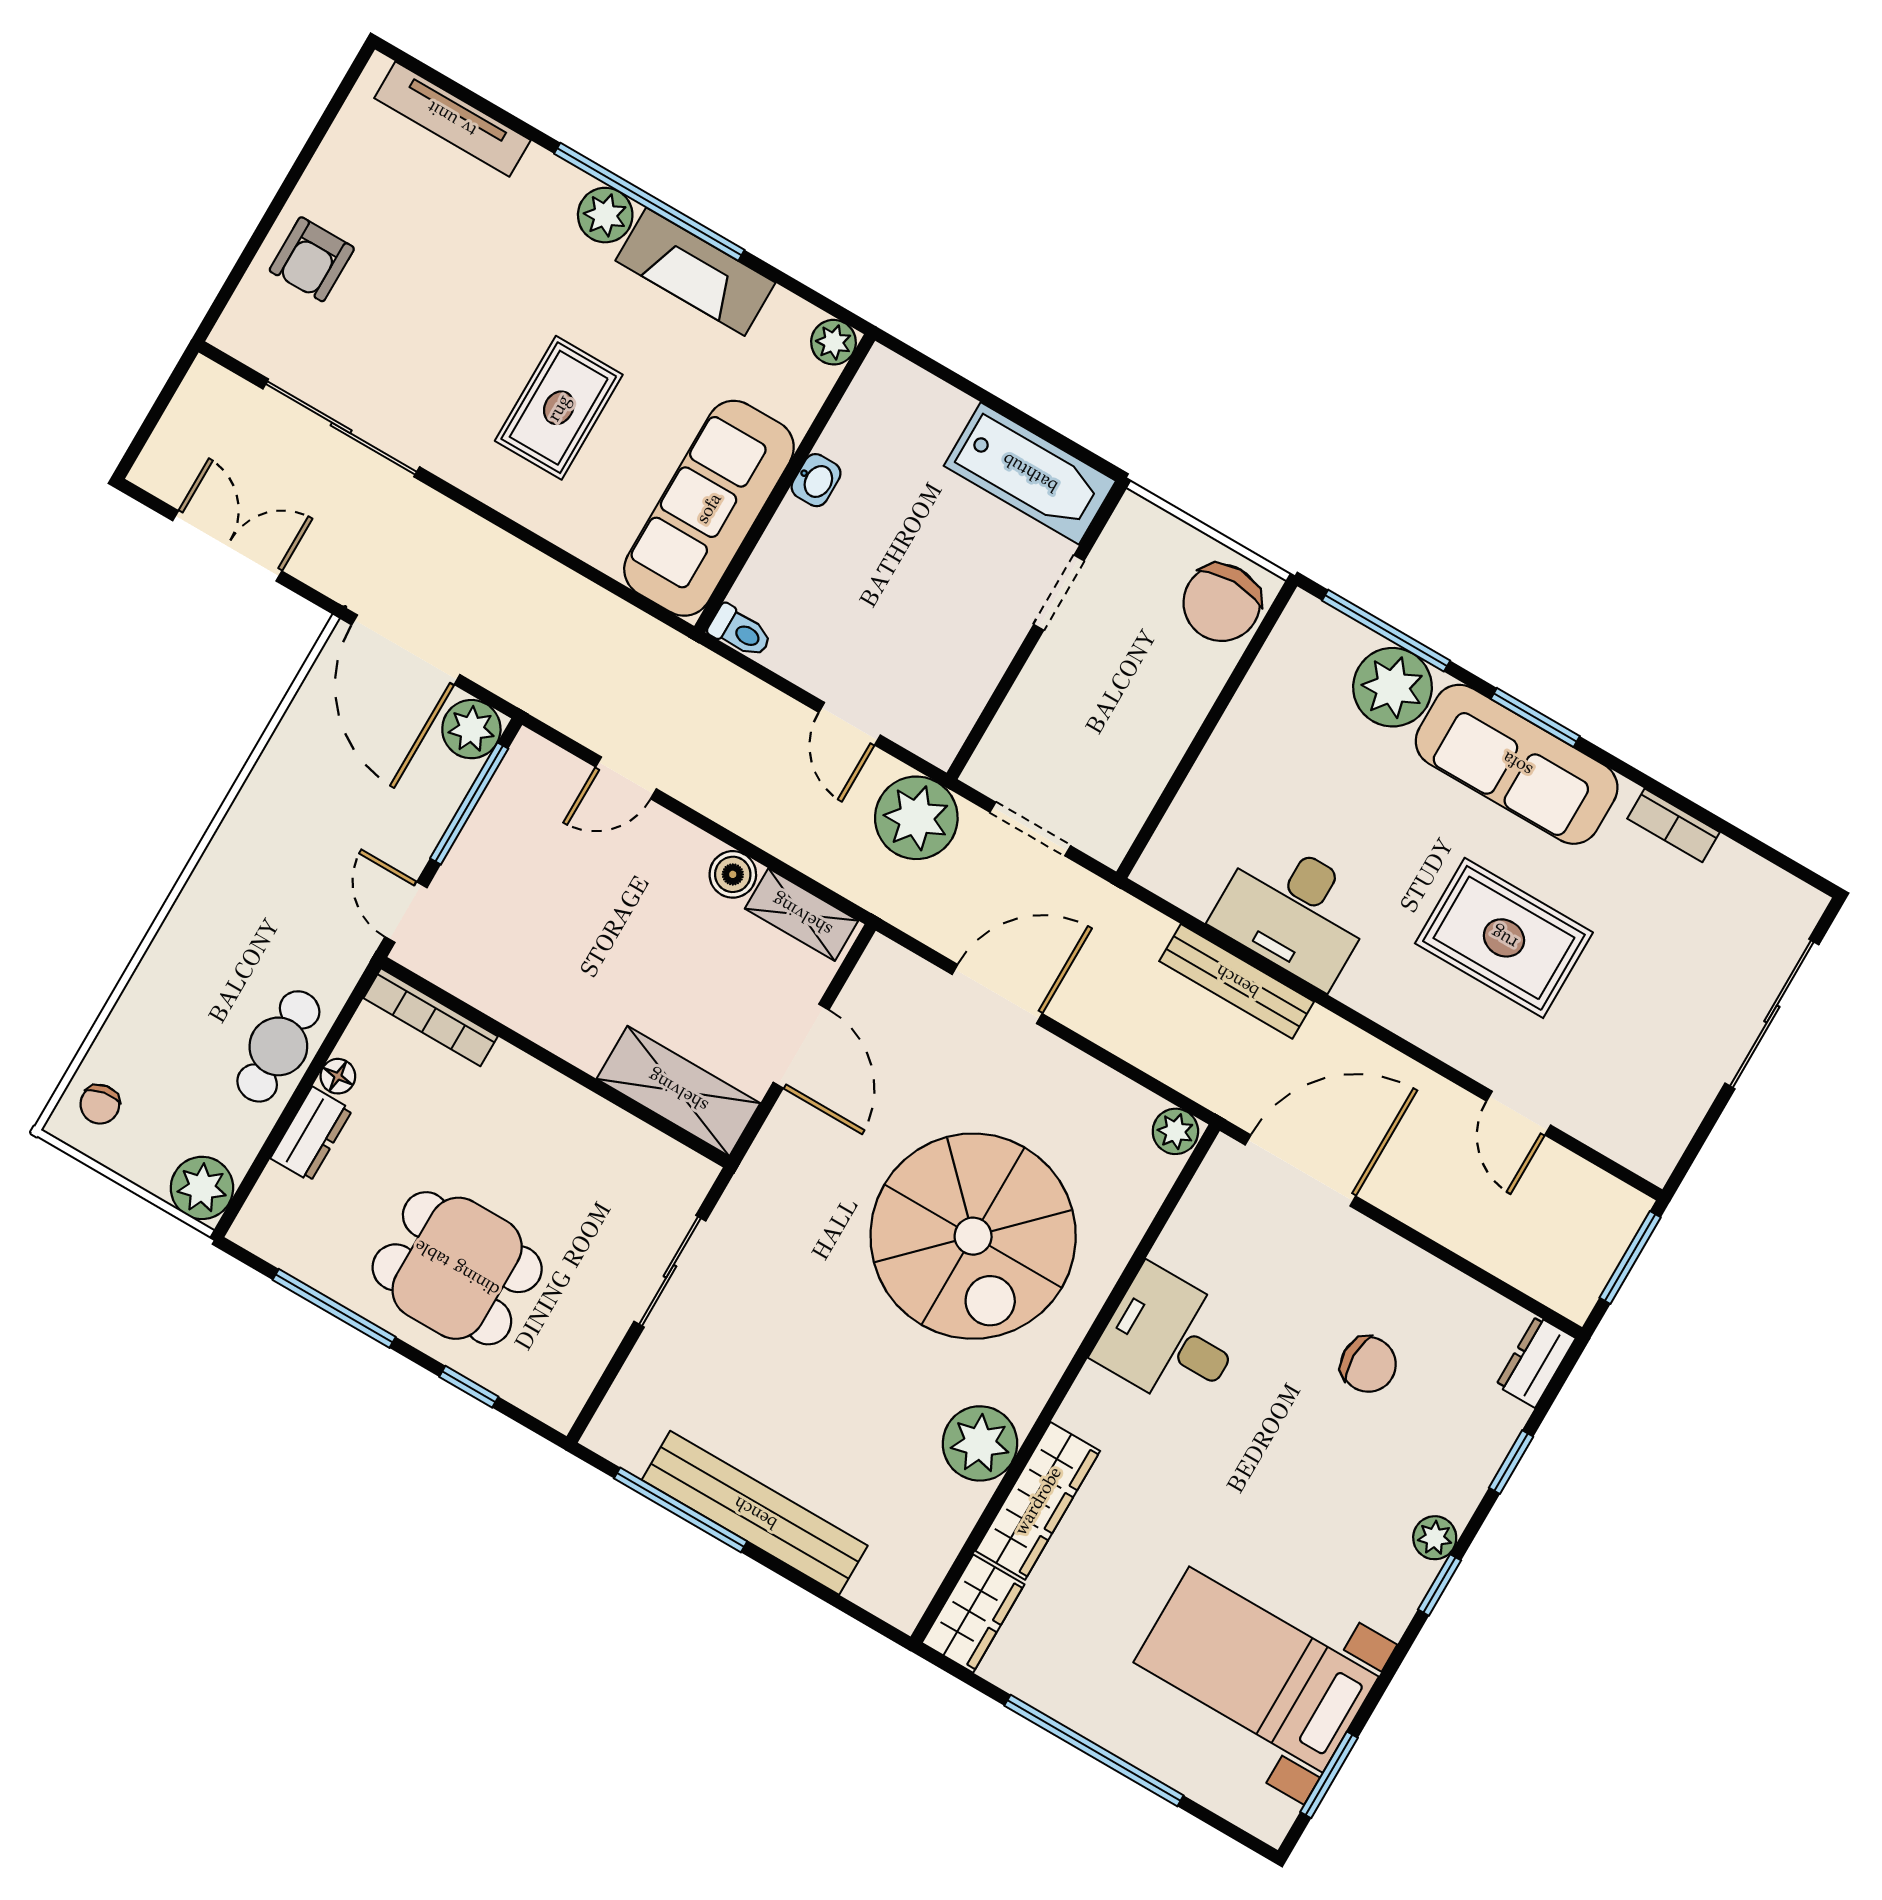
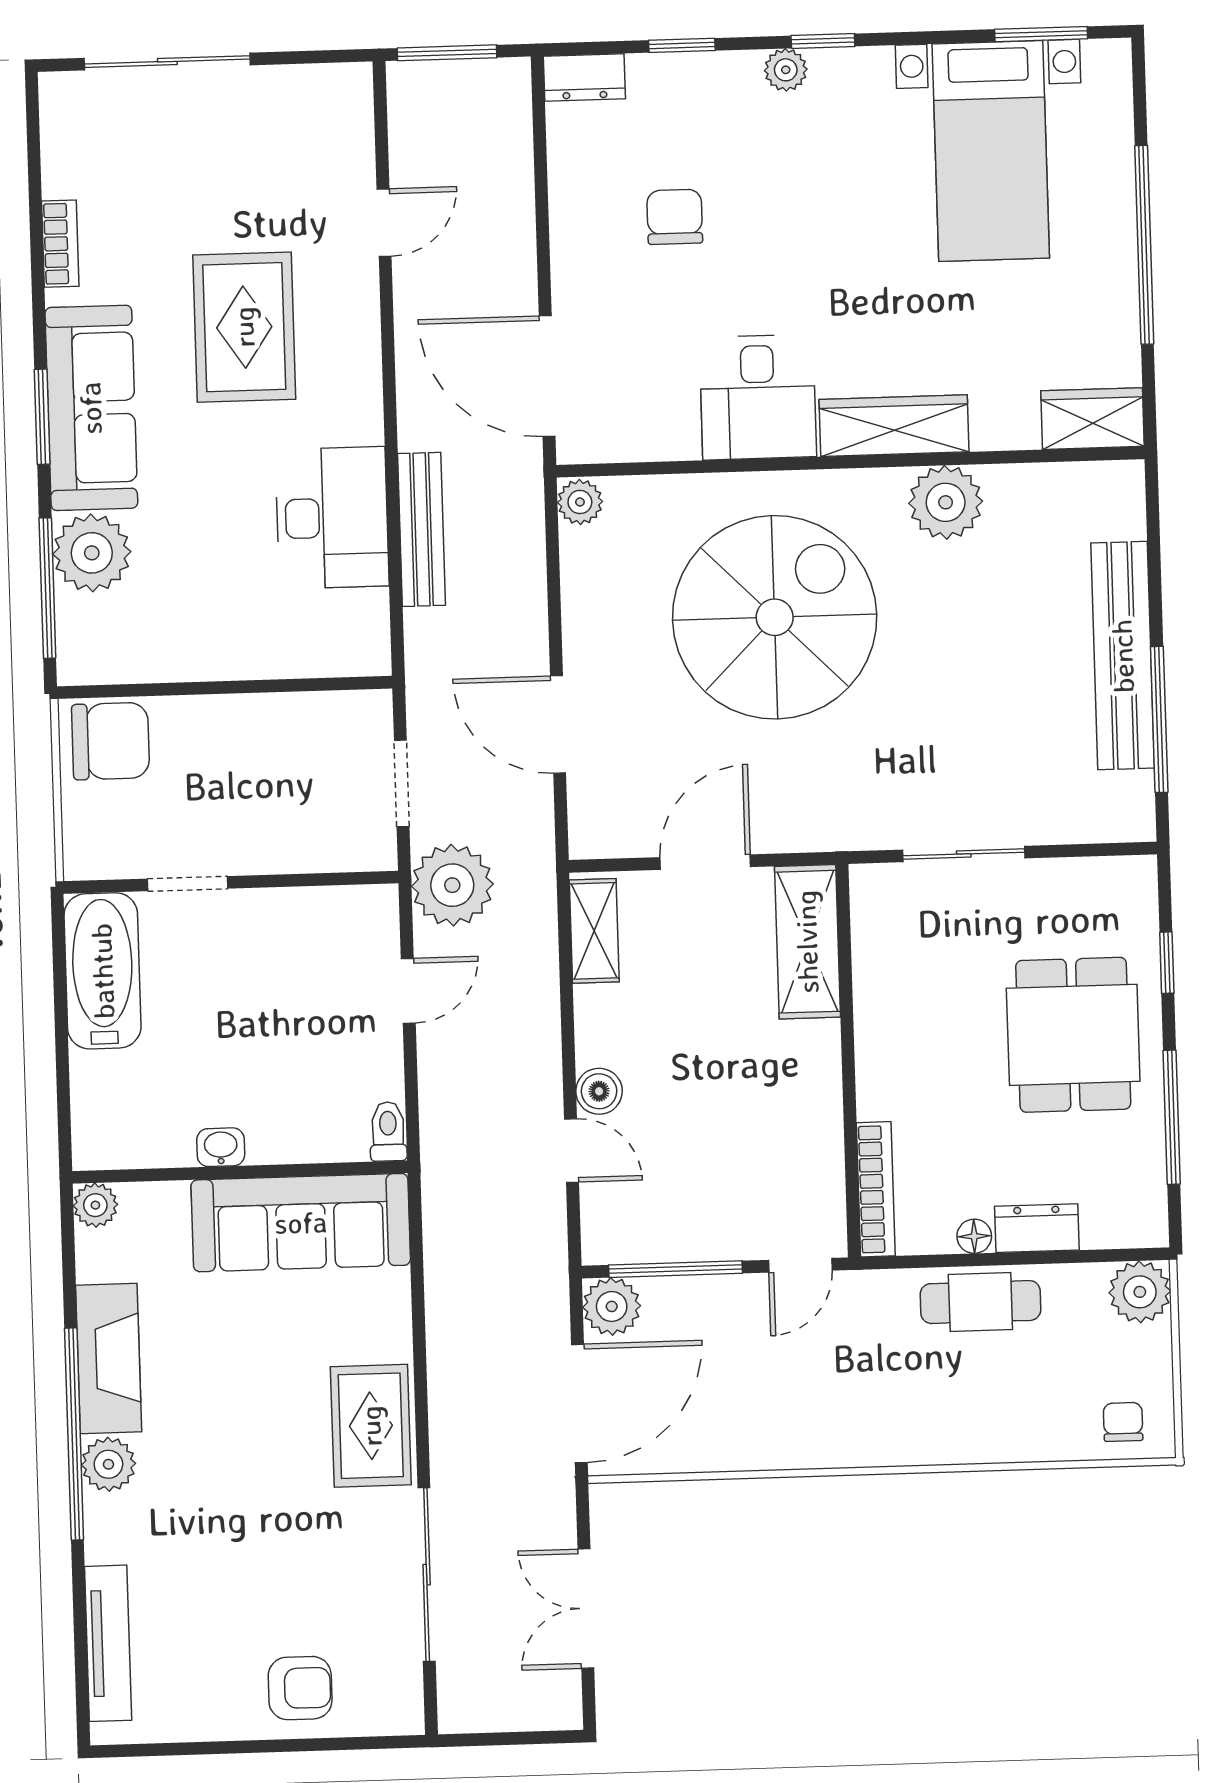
rug: (559, 408) -> (371, 1426), moved, turned 90
boiler: (733, 874) -> (599, 1091), moved
chair: (100, 1104) -> (1123, 1422), turned -80
wardrobe: (1038, 1501) -> (894, 426), moved

